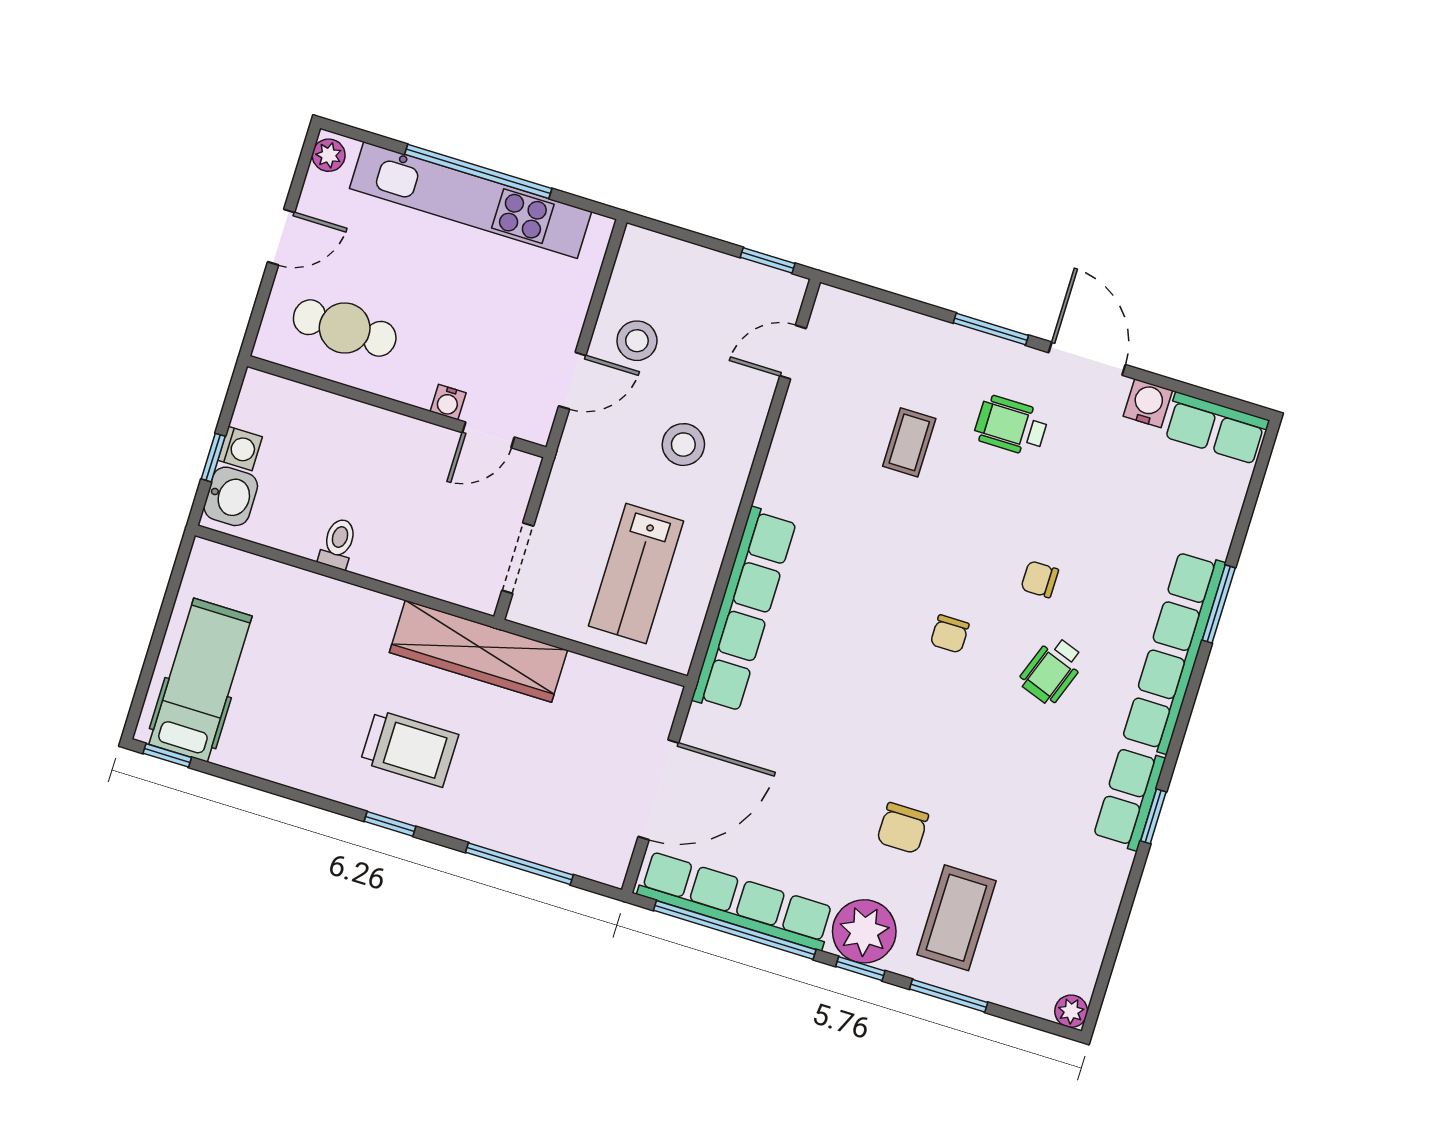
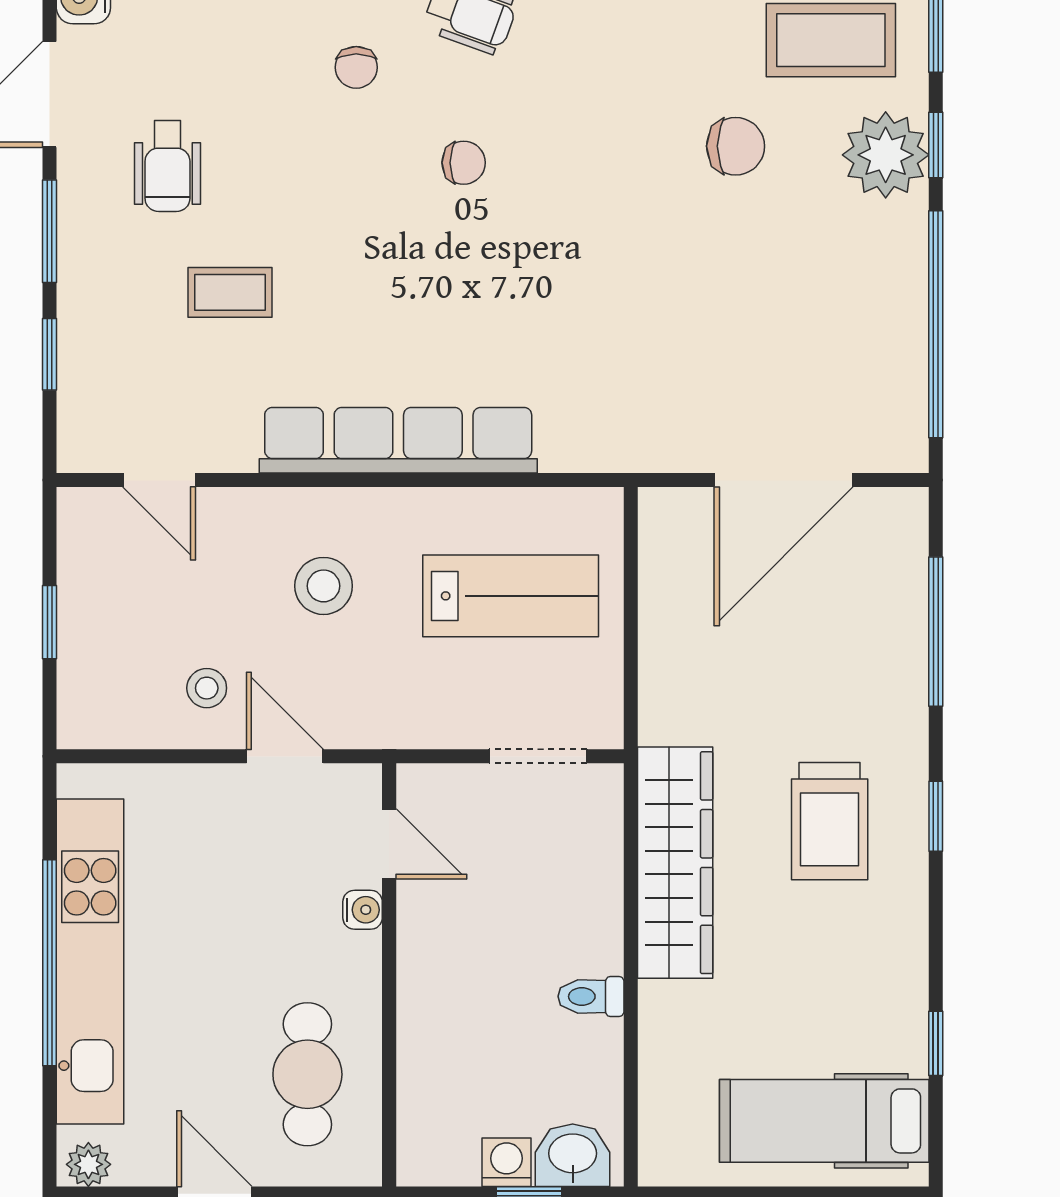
window: (768, 260) -> (50, 622), moved
window: (905, 303) -> (50, 354), added
stool: (637, 341) -> (207, 688), width x0.73, depth x0.73
row of seats: (744, 610) -> (398, 440), moved
wardrobe: (478, 651) -> (675, 863), moved
trolley: (409, 748) -> (830, 821), turned 180
window: (167, 755) -> (936, 1043), moved
door: (658, 790) -> (784, 480), swing flipped
row of seats: (736, 901) -> (898, 335), removed

